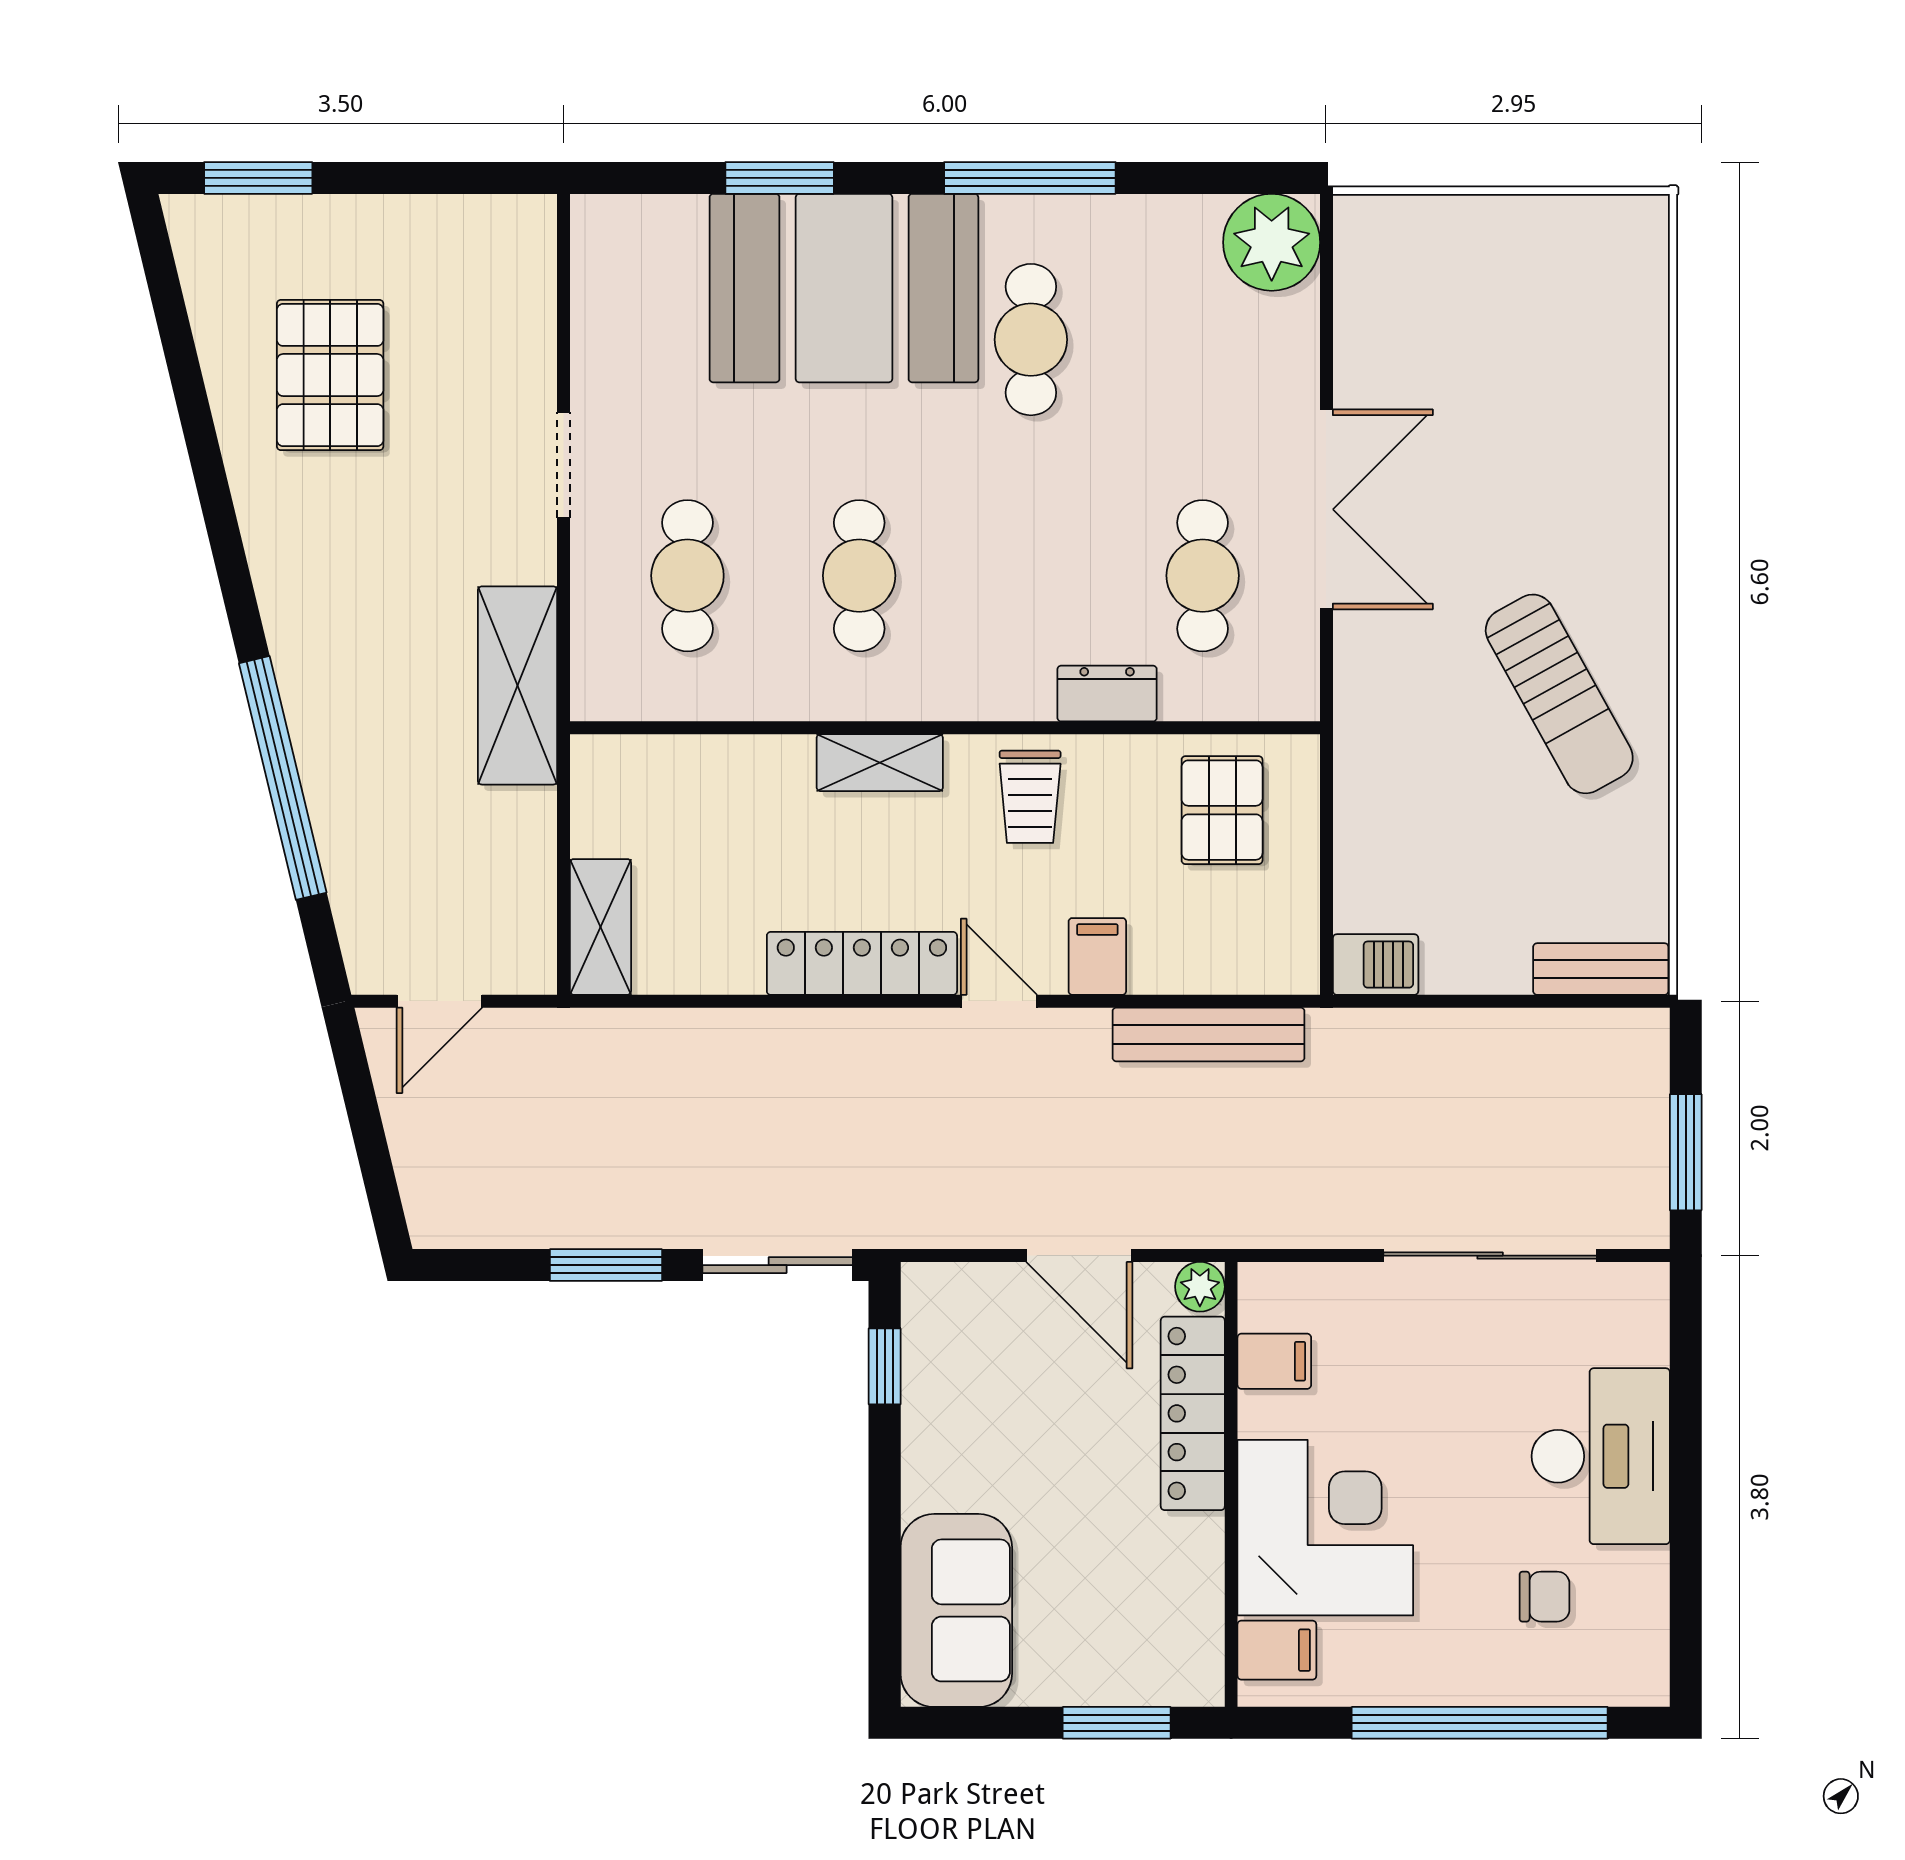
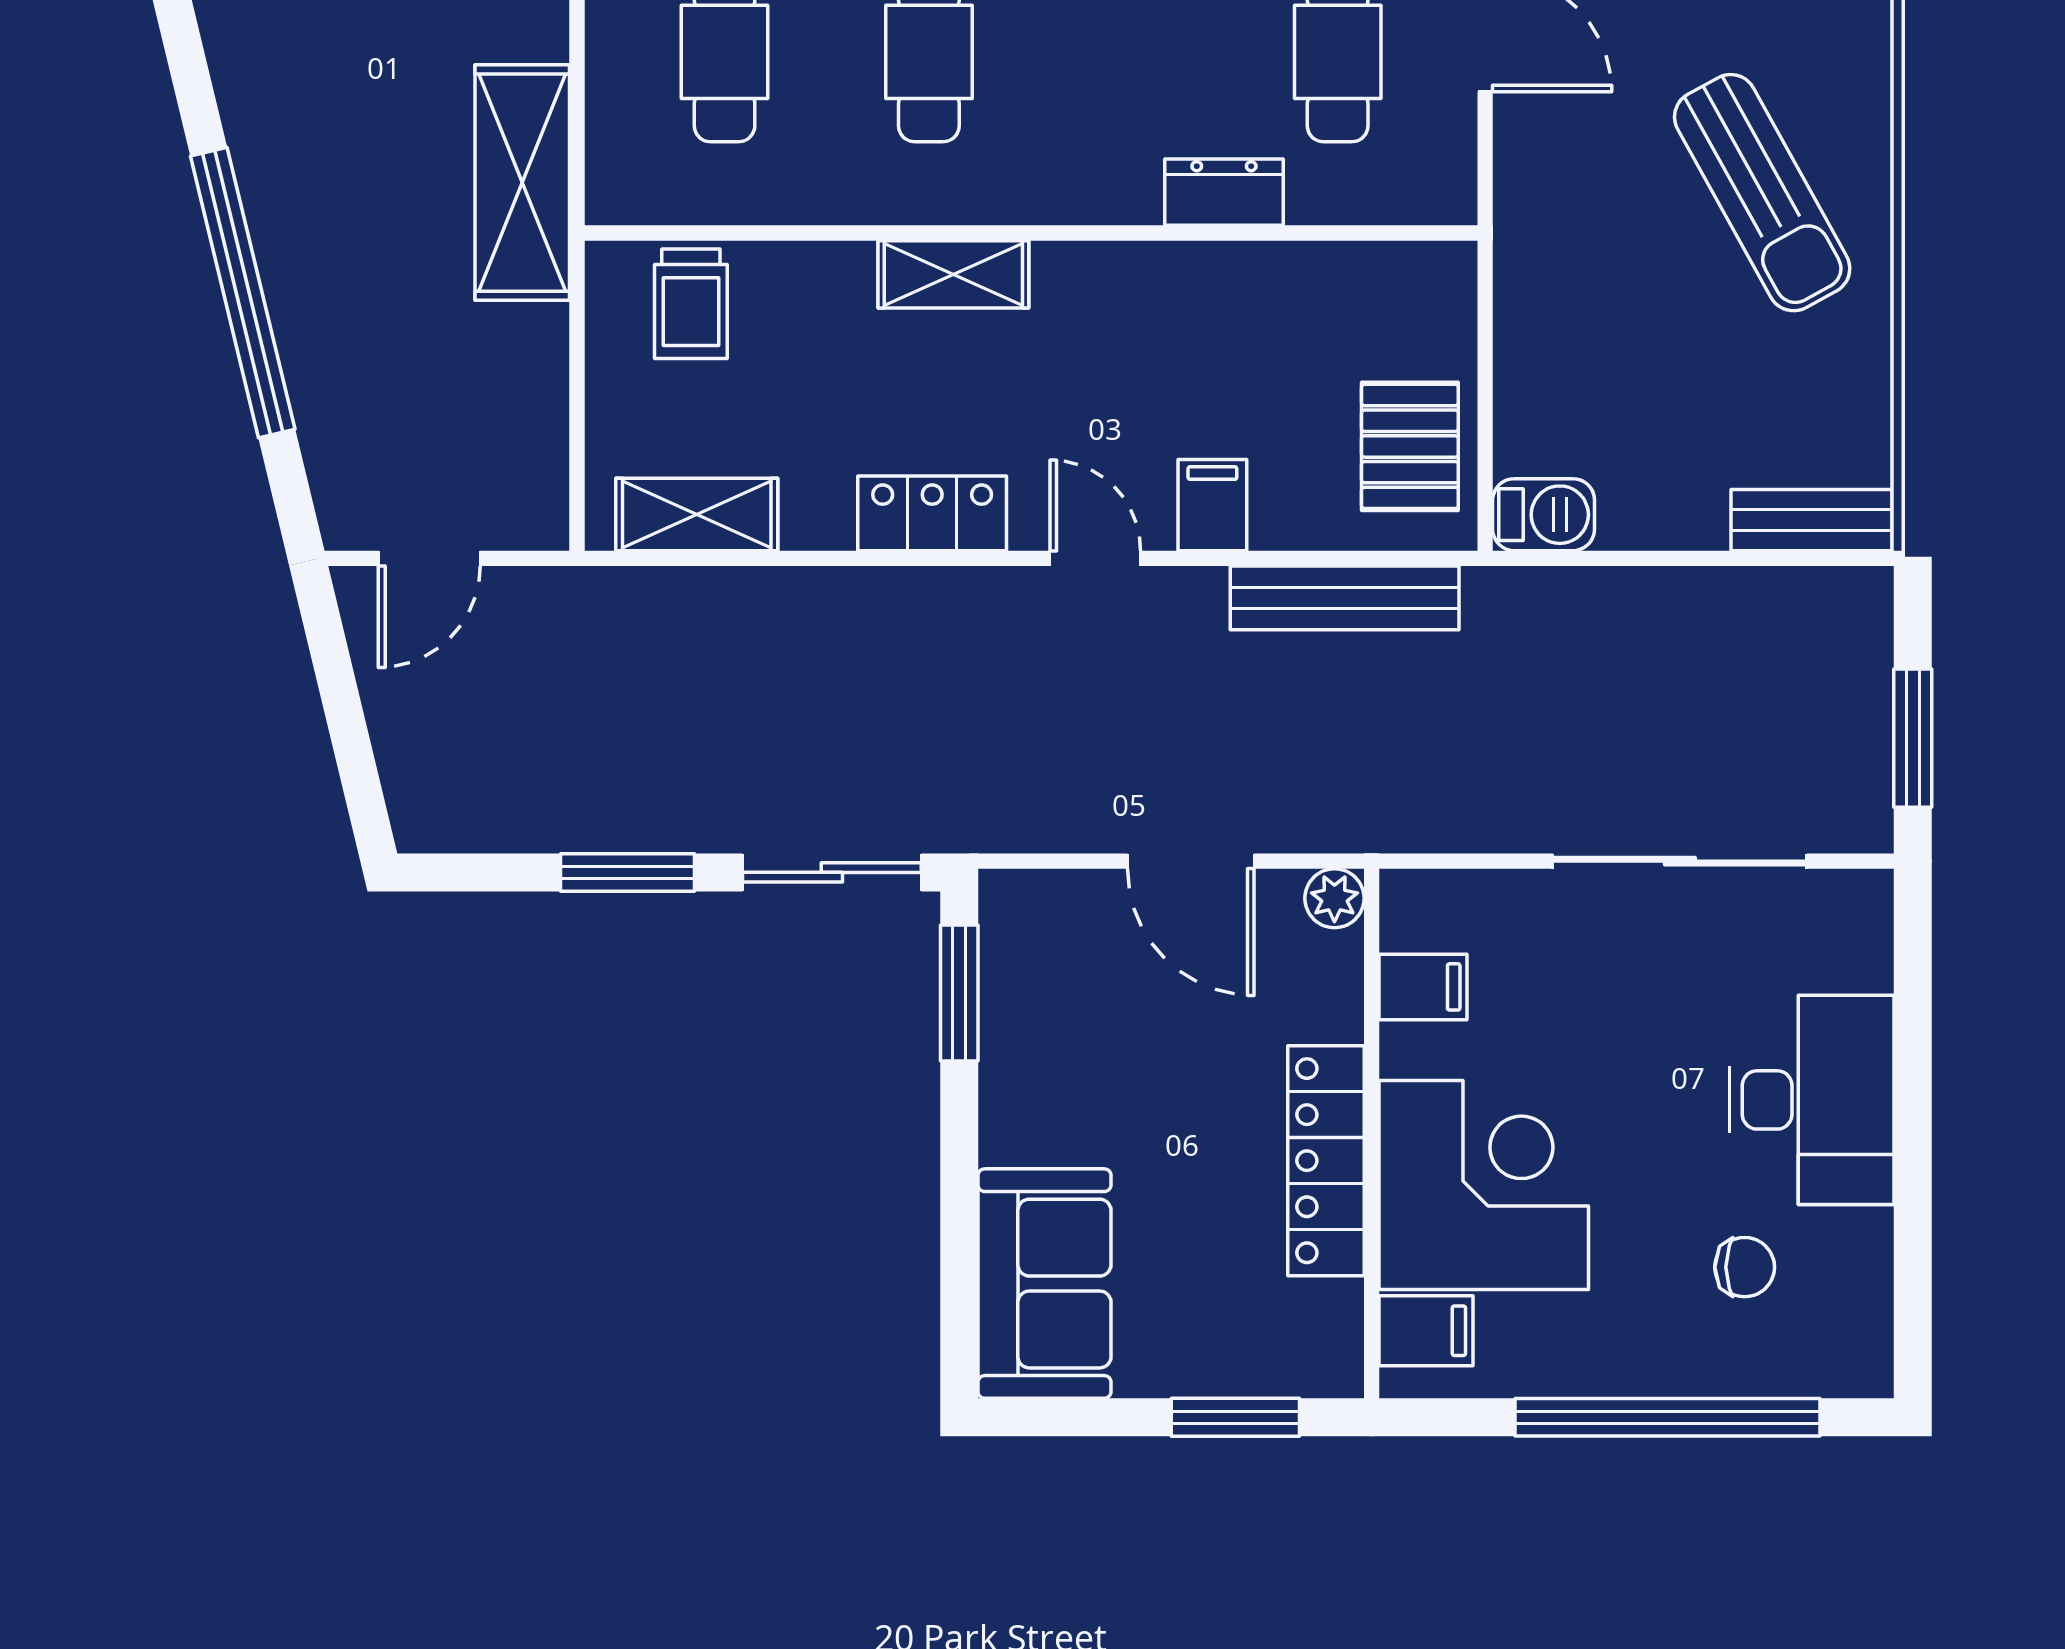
trolley: (1030, 797) -> (691, 304), moved
pallet: (1222, 810) -> (1410, 446), moved
shelving: (600, 927) -> (697, 514), moved, turned 90
locker: (862, 963) -> (932, 513), width x0.66
window: (885, 1366) -> (959, 993), width x1.50
locker: (1193, 1413) -> (1326, 1161), moved

